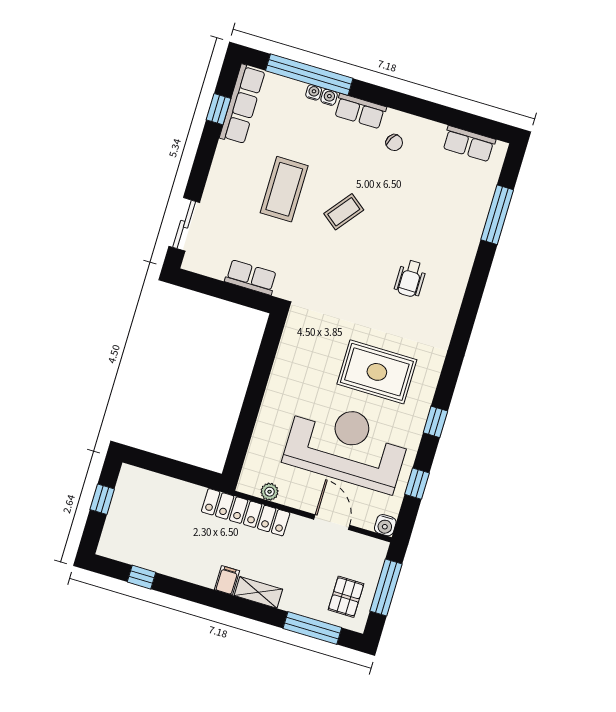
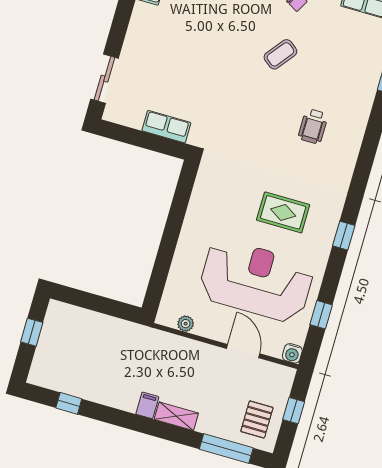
coffee table: (284, 189) -> (196, 45), removed
coffee table: (344, 212) -> (280, 54), moved
rug: (377, 372) -> (283, 212), width x0.73, depth x0.70
window: (435, 422) -> (344, 236), moved
locker: (246, 512) -> (164, 343), removed
window: (386, 588) -> (294, 411), width x0.46

